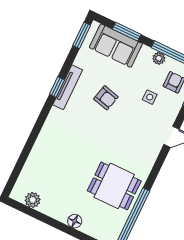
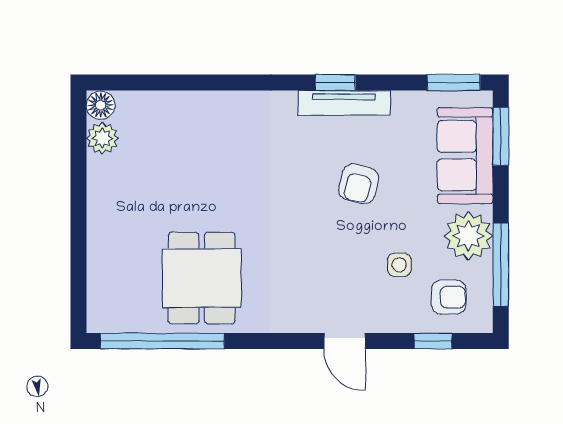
window: (127, 32) -> (501, 136), moved
plant: (159, 58) -> (468, 236), width x1.88, depth x1.88
floor lamp: (75, 221) -> (101, 105), moved

